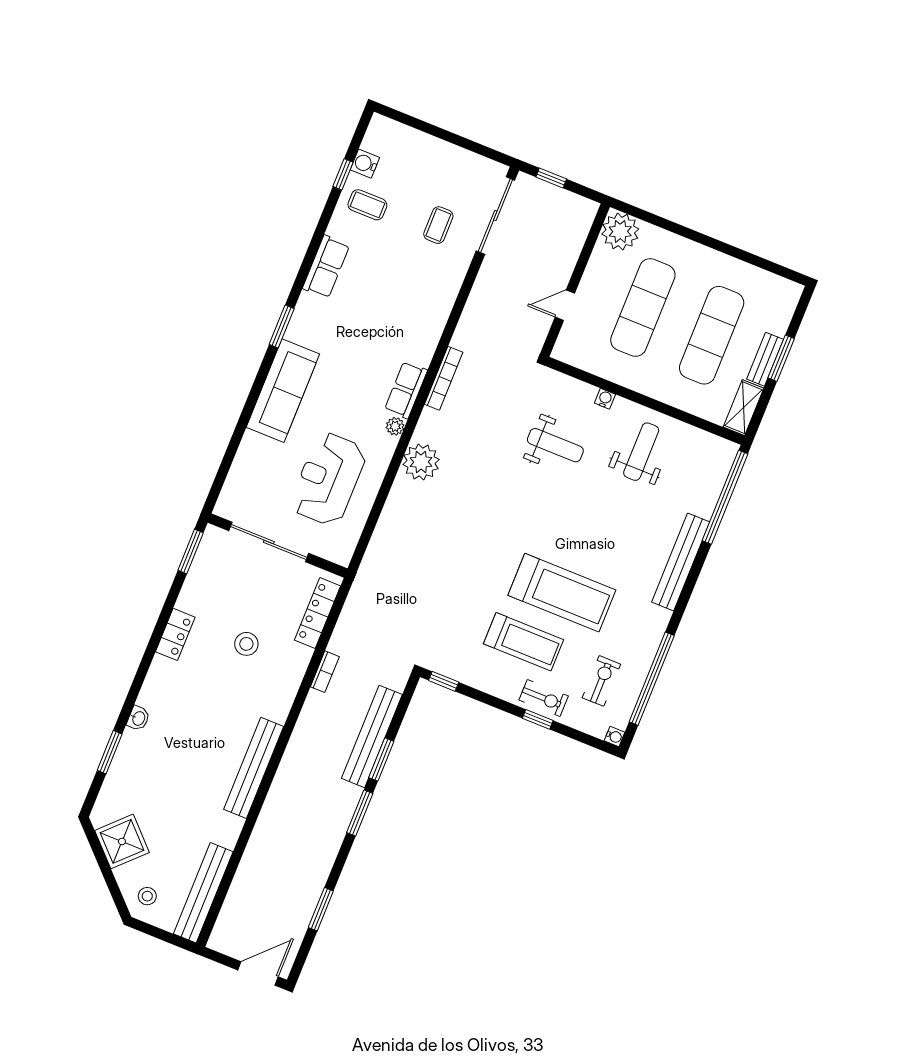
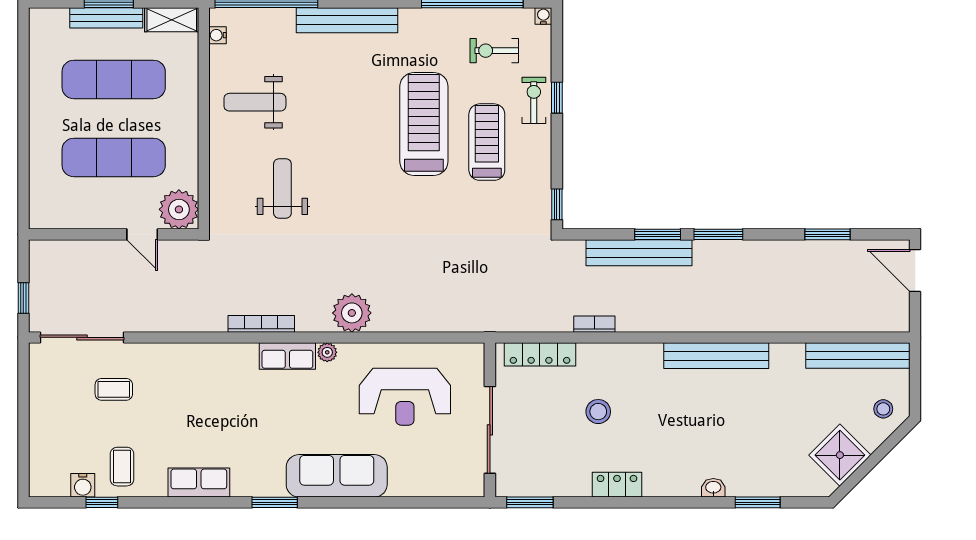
plant: (620, 231) -> (179, 209), moved
bench: (765, 359) -> (106, 18), width x1.36
water cooler: (605, 399) -> (218, 35), moved

